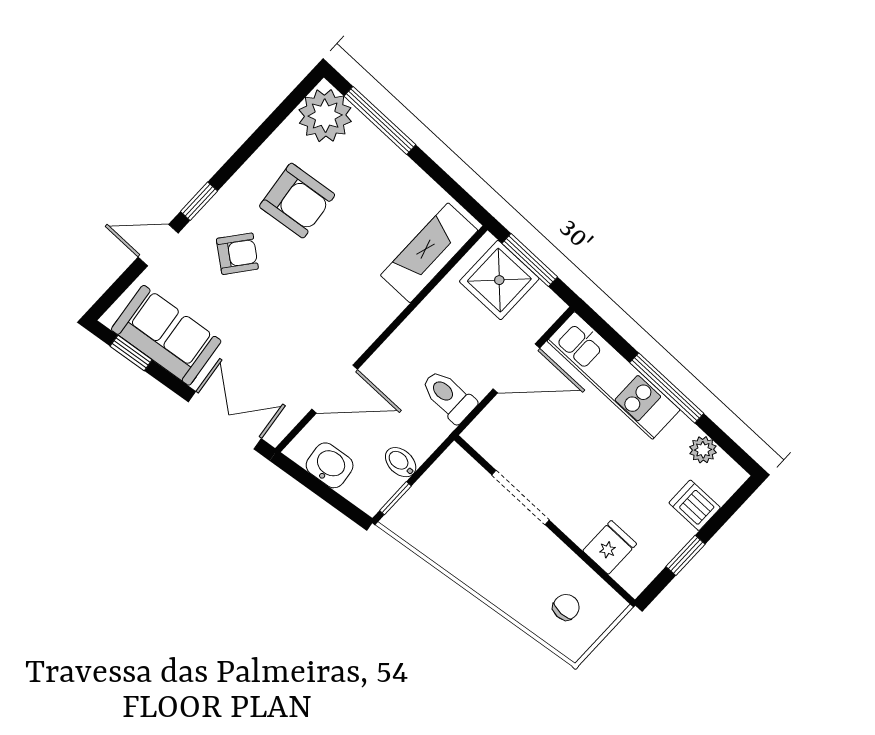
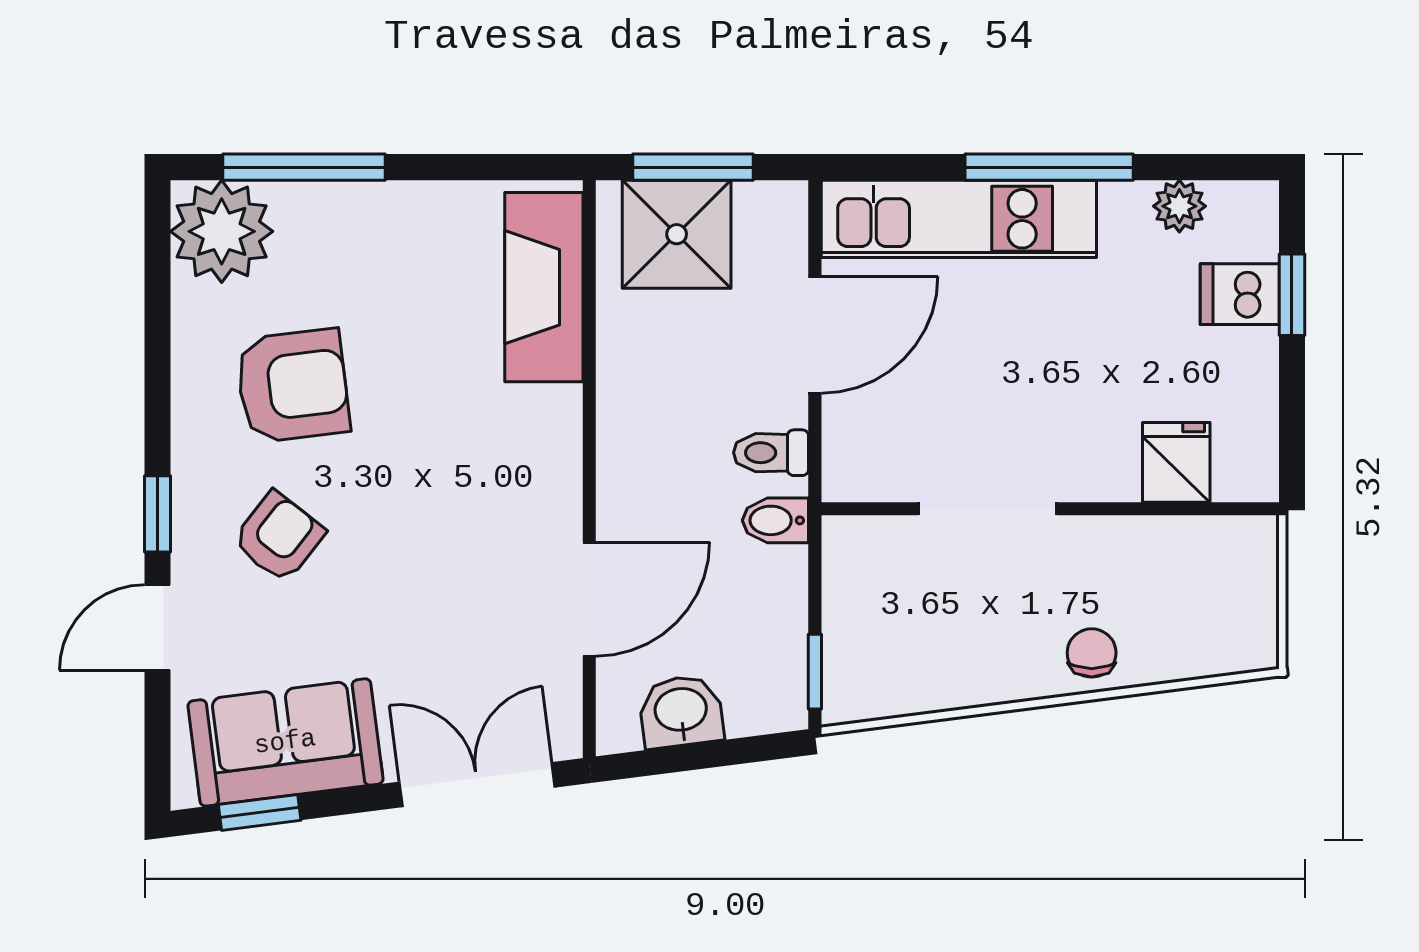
toilet: (449, 396) -> (771, 453), width x0.73, depth x0.72
bidet: (401, 462) -> (775, 520), moved
window: (686, 555) -> (1292, 295), moved
chair: (566, 607) -> (1092, 653), moved

